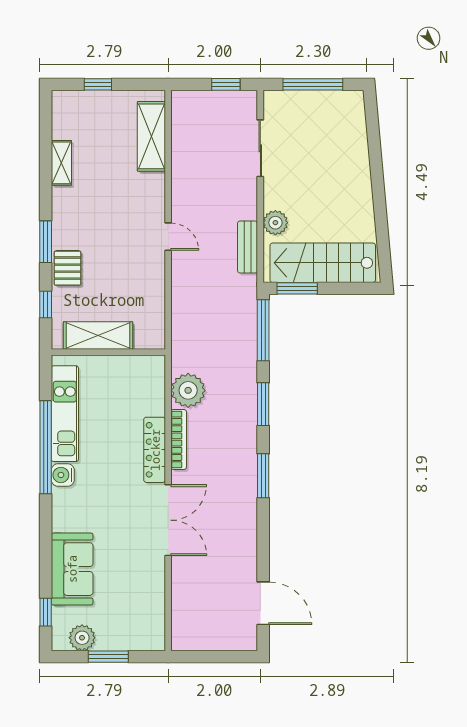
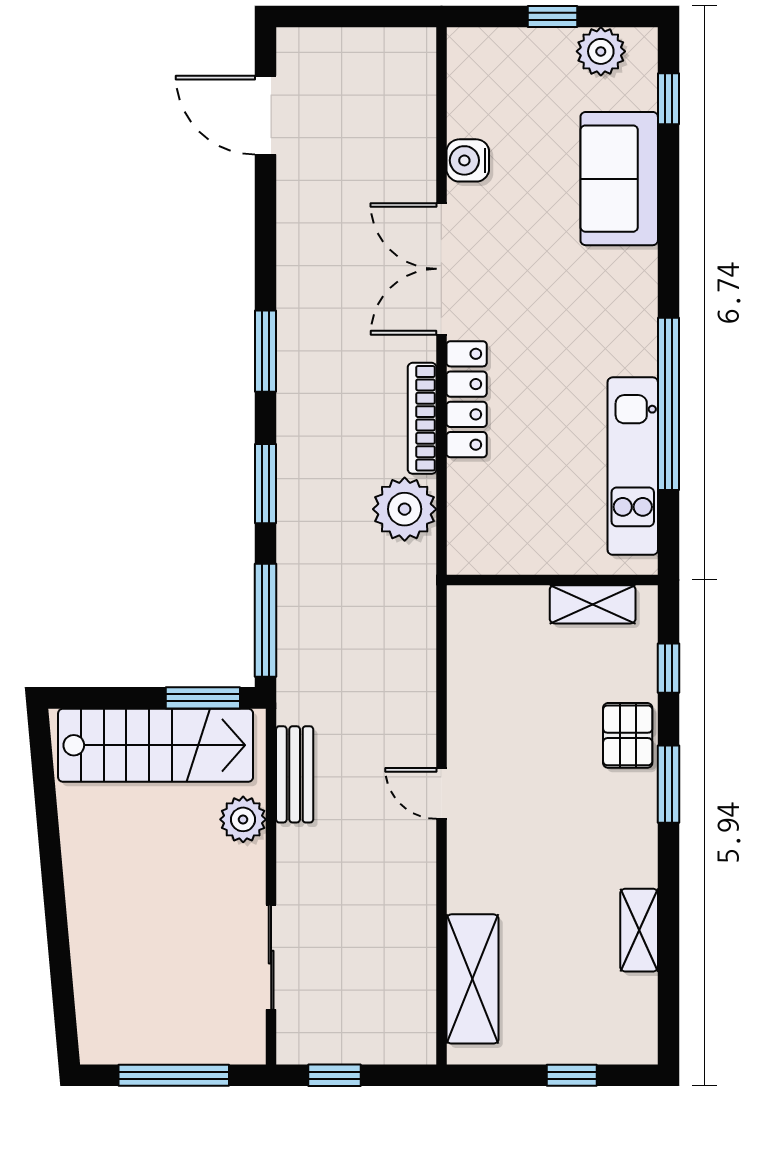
shelving: (98, 335) -> (593, 604), width x0.67, depth x0.75
water cooler: (63, 475) -> (468, 160), moved, turned 180
window: (108, 657) -> (552, 17), width x0.67

